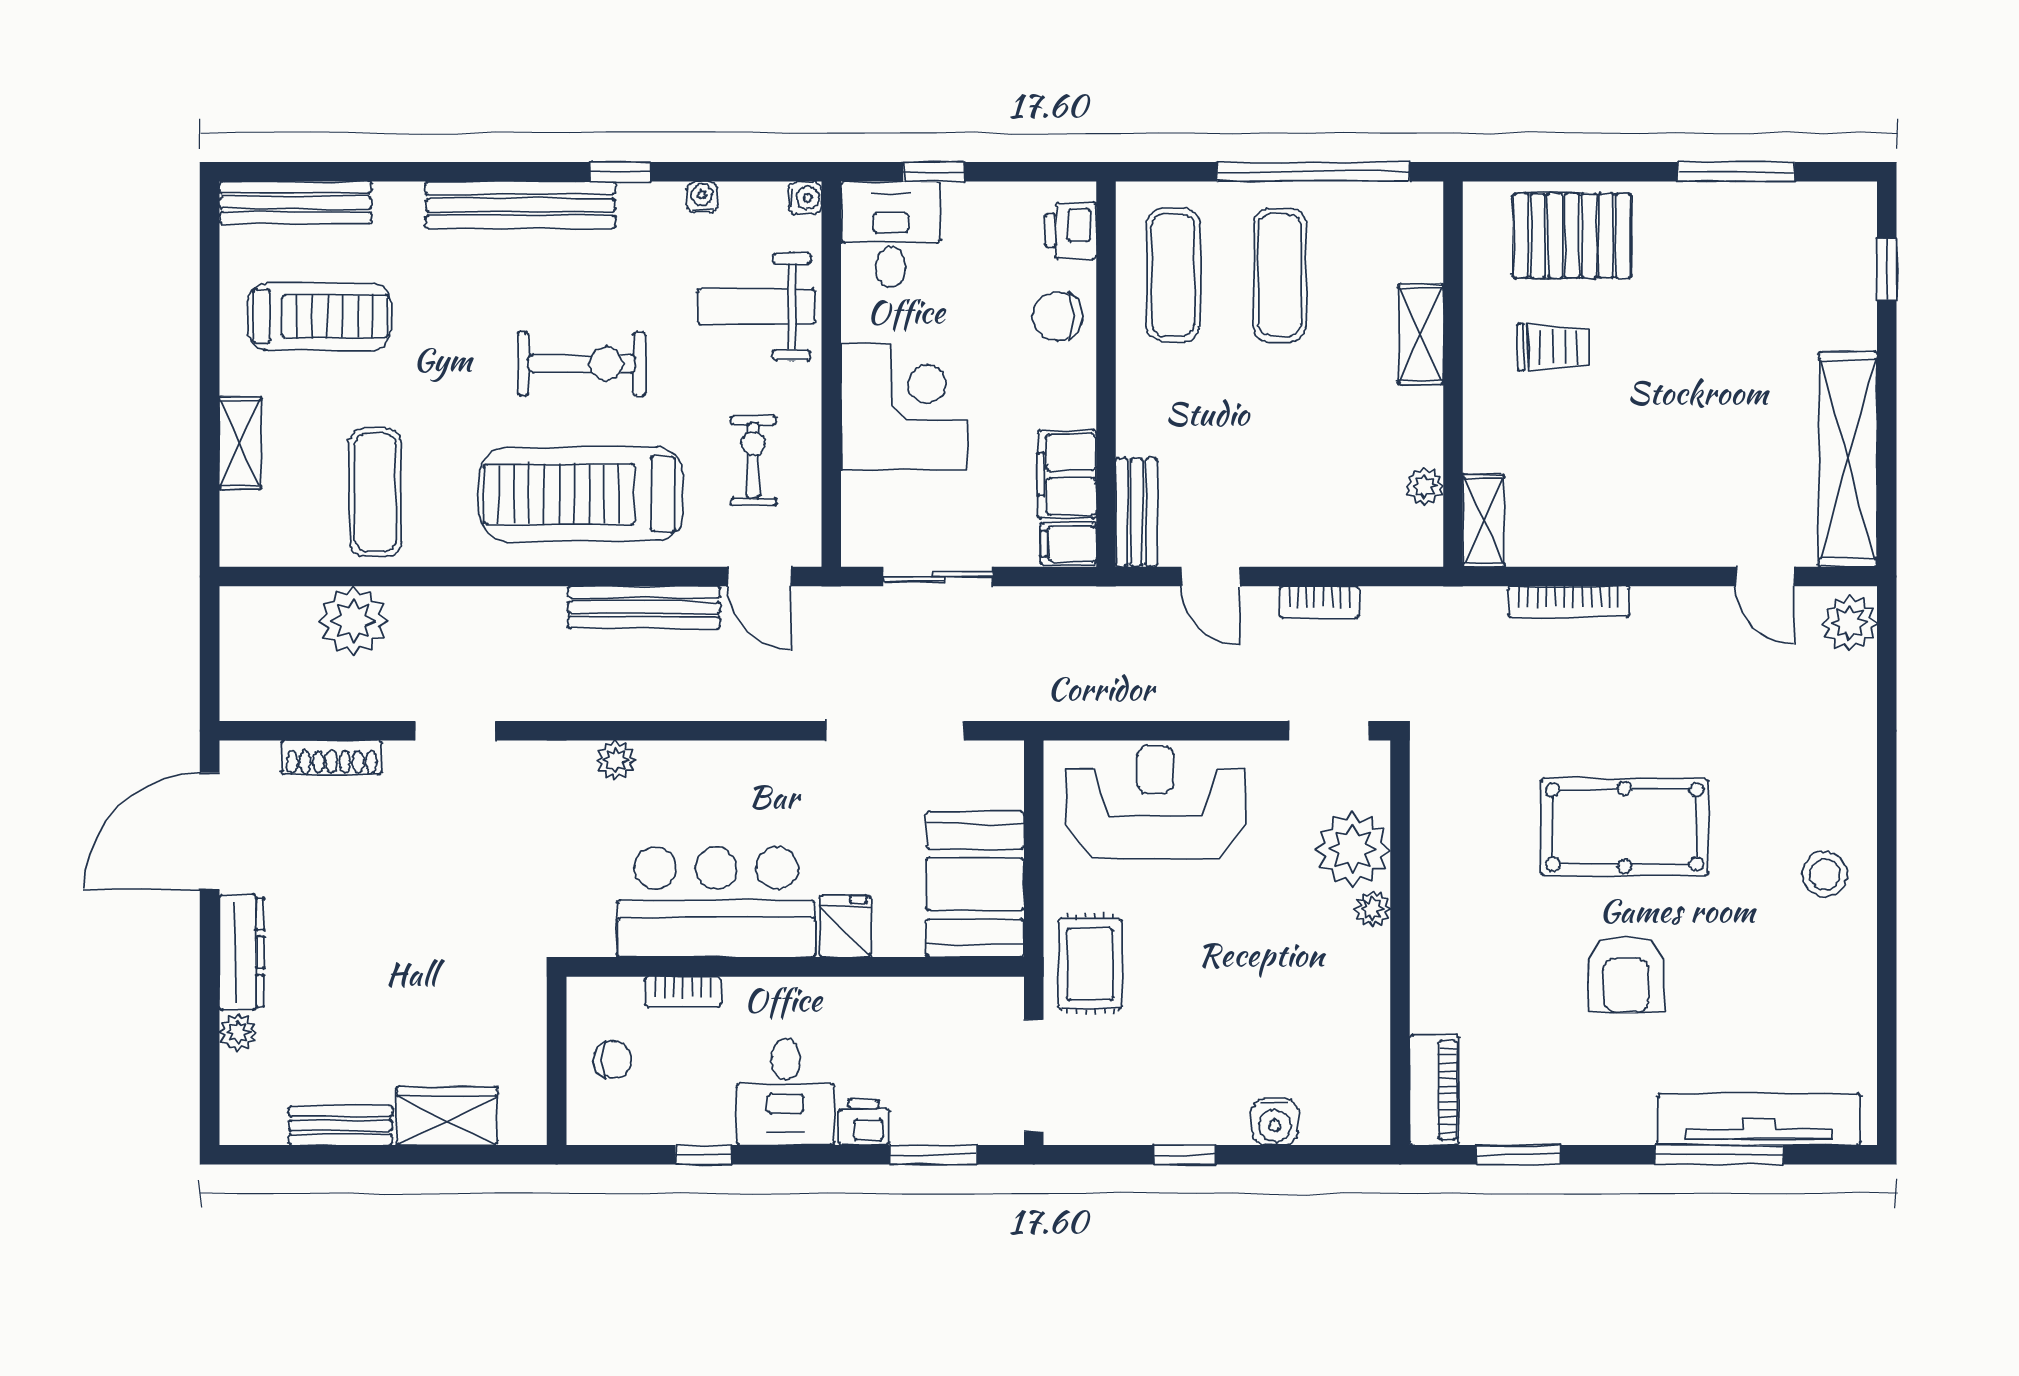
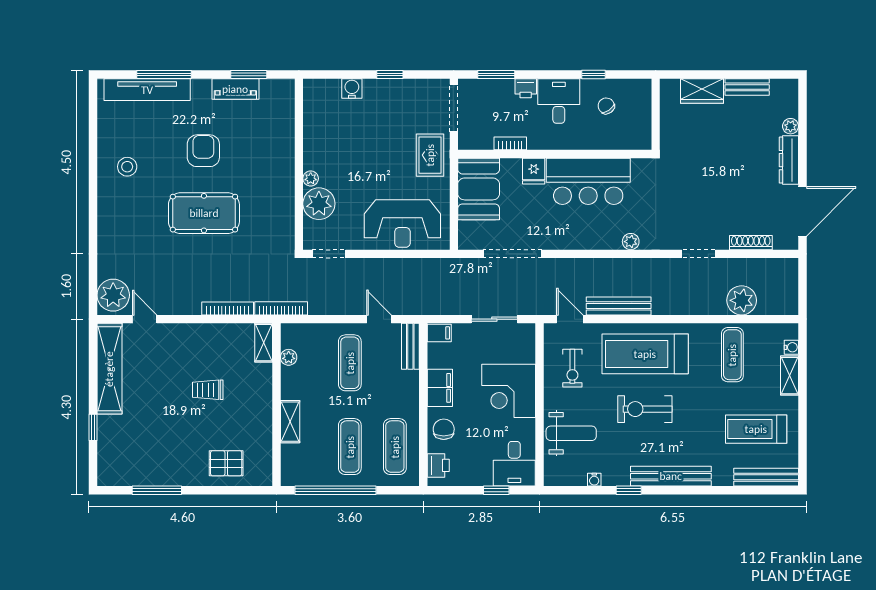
water cooler: (805, 198) -> (791, 347), moved, turned 180
pallet: (1572, 236) -> (226, 463), width x0.67, depth x0.71
window: (1887, 270) -> (93, 427), moved
chair: (1058, 316) -> (444, 429), turned -90
trolley: (1554, 347) -> (208, 390), moved
exercise mat: (1280, 473) -> (350, 363), added
filing cabinet: (1067, 475) -> (440, 388), moved
treadmill: (581, 494) -> (645, 354), turned 180
bookcase: (1319, 602) -> (281, 308), moved, width x1.56
plant: (1849, 623) -> (113, 295), width x1.36, depth x1.36
stool: (1825, 874) -> (127, 167), moved
bookcase: (683, 992) -> (510, 143), moved
chair: (613, 1060) -> (606, 106), moved, turned 55
piano: (1434, 1090) -> (235, 89), moved, turned -90

